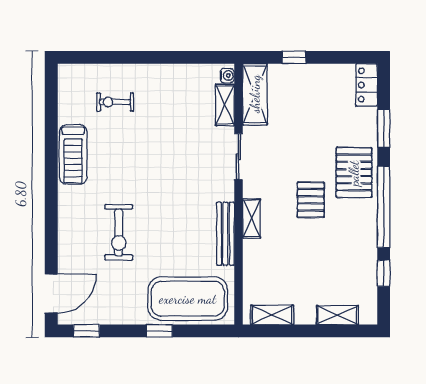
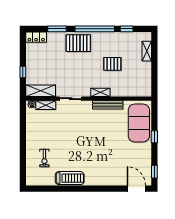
pallet: (311, 200) -> (112, 64), moved
exercise bike: (119, 232) -> (107, 156), removed
shelving: (272, 315) -> (147, 82), removed

